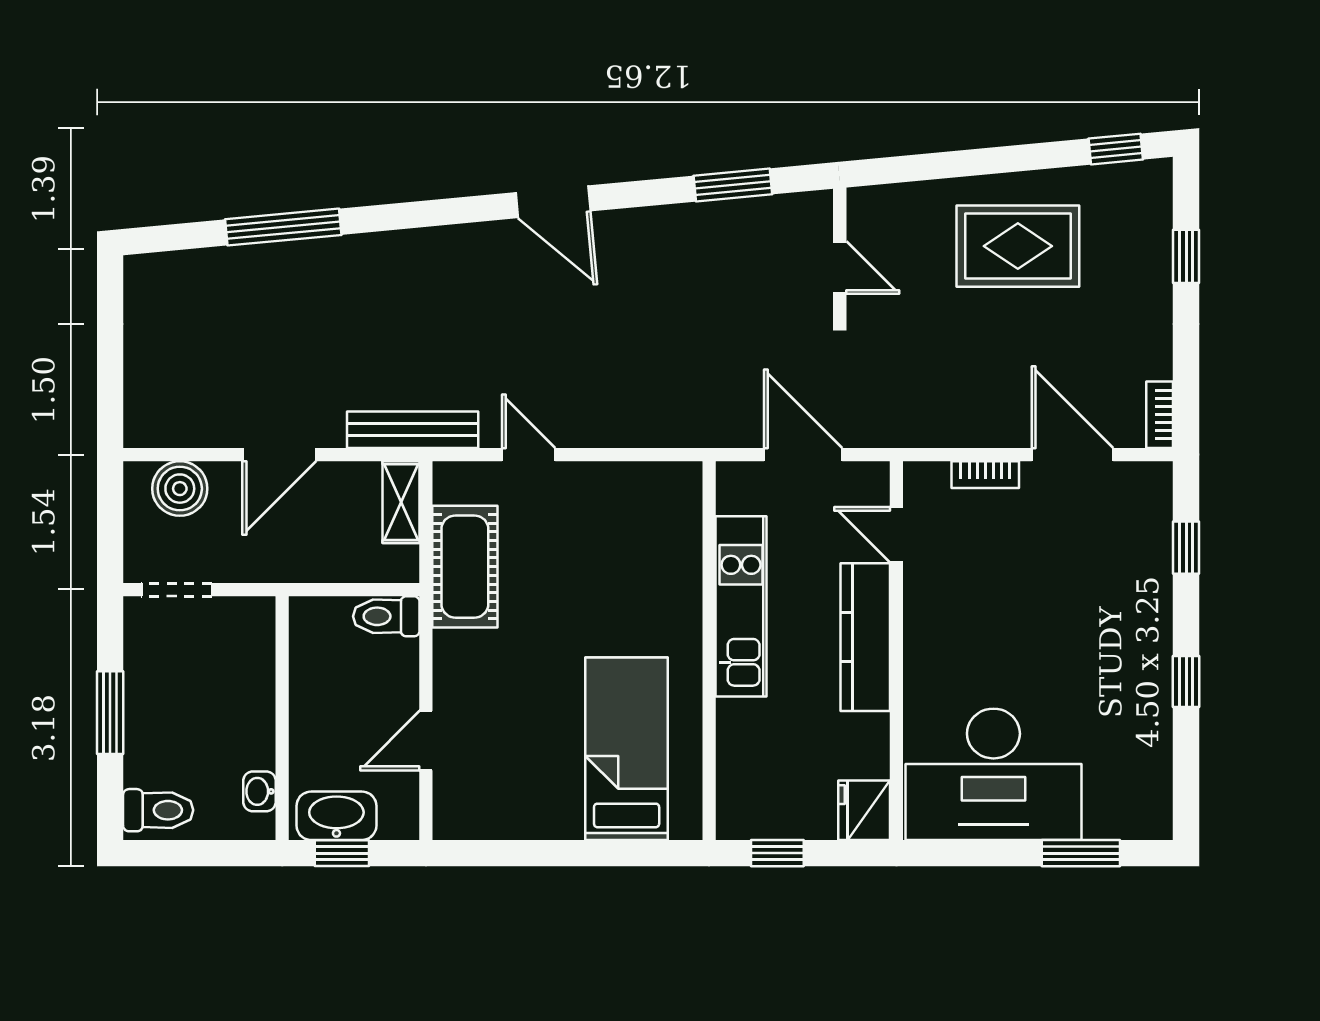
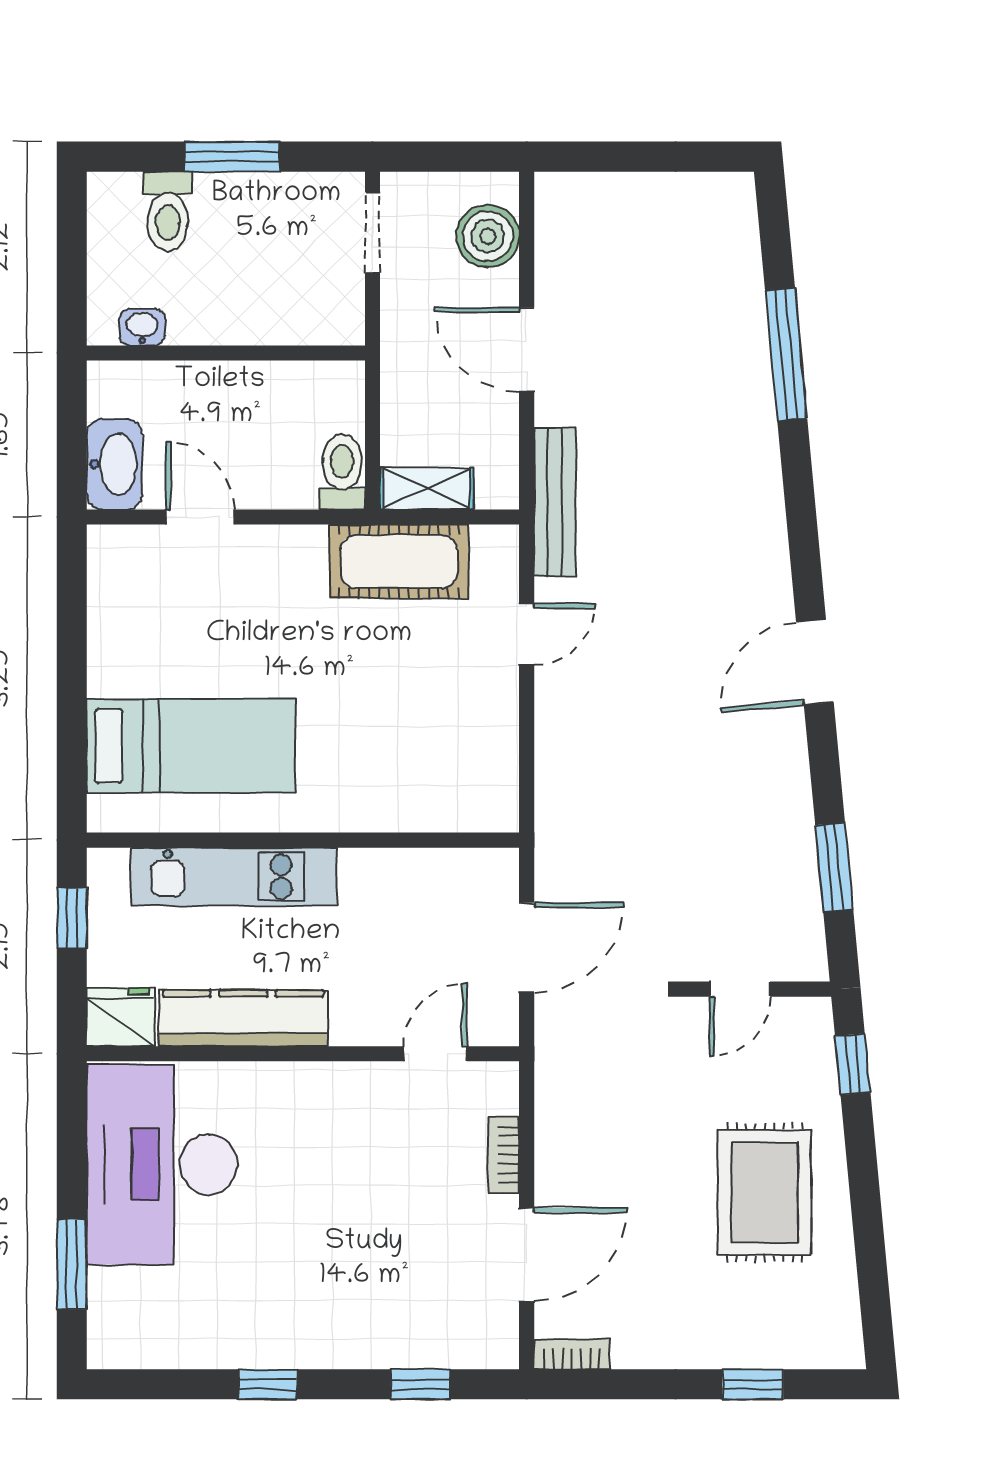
window: (1116, 149) -> (853, 1064), moved
shelving: (401, 502) -> (427, 489), moved
kitchen unit: (741, 606) -> (234, 877), moved
kitchen counter: (865, 637) -> (243, 1018), moved
toilet: (158, 810) -> (168, 211), moved
washbasin: (336, 816) -> (114, 464), moved
window: (342, 853) -> (72, 421), removed

